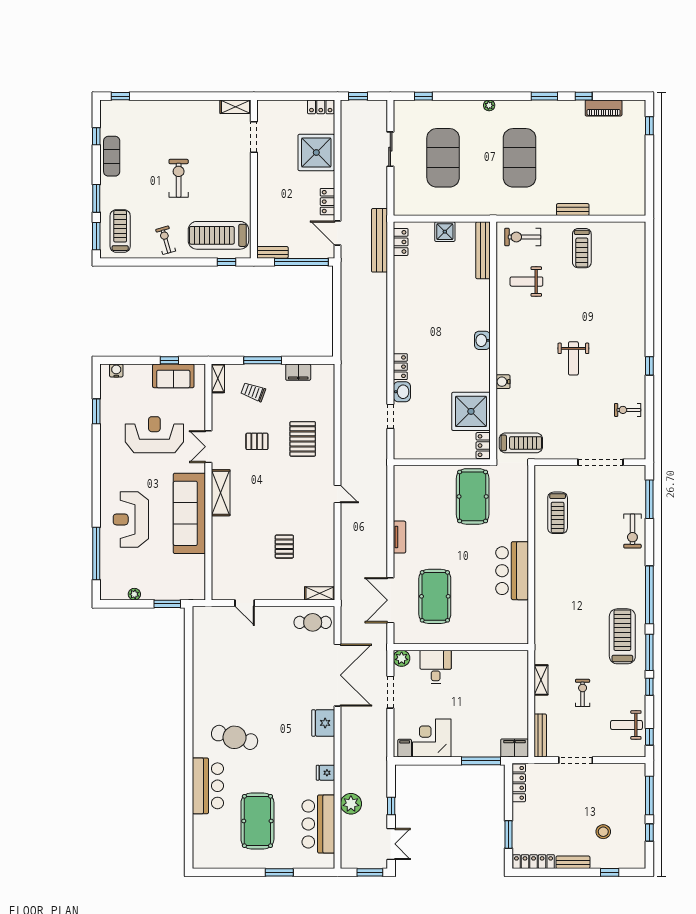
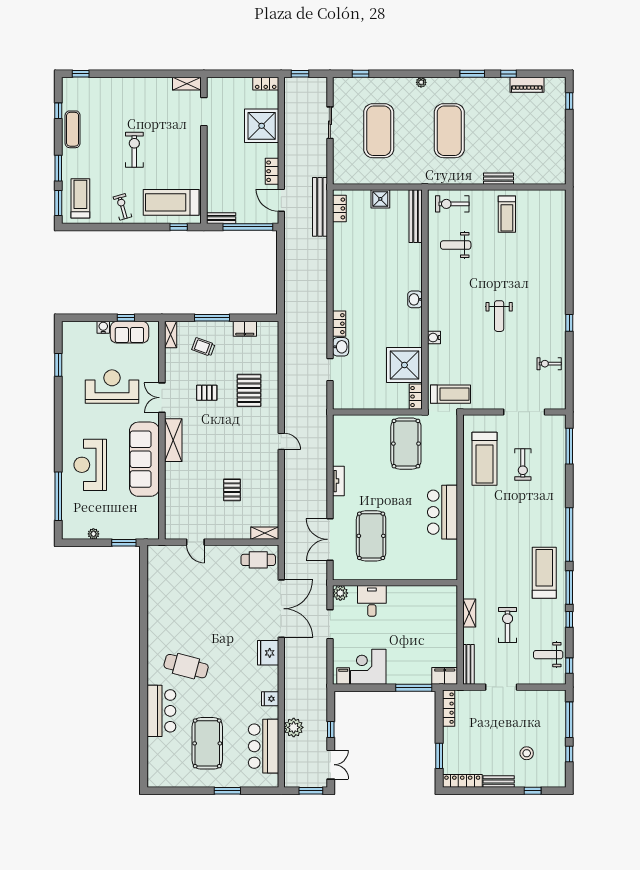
water cooler: (116, 371) -> (103, 327), moved
treadmill: (558, 513) -> (484, 459), width x1.37, depth x1.38
exercise bike: (632, 531) -> (523, 465), moved
exercise bike: (583, 693) -> (508, 625), width x1.38, depth x1.39

